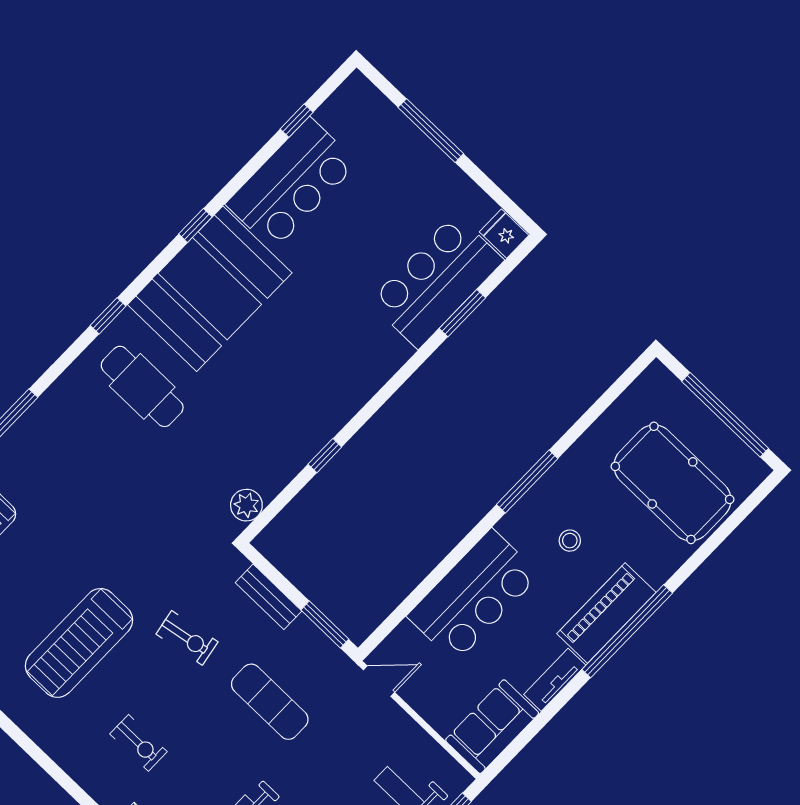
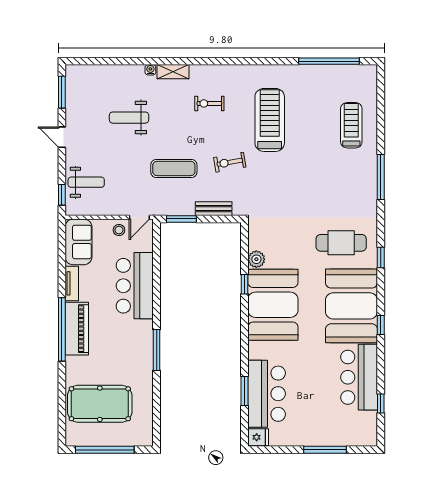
booth: (313, 392) -> (273, 305), added
plant: (246, 505) -> (256, 259), moved
stool: (570, 541) -> (119, 230), moved

